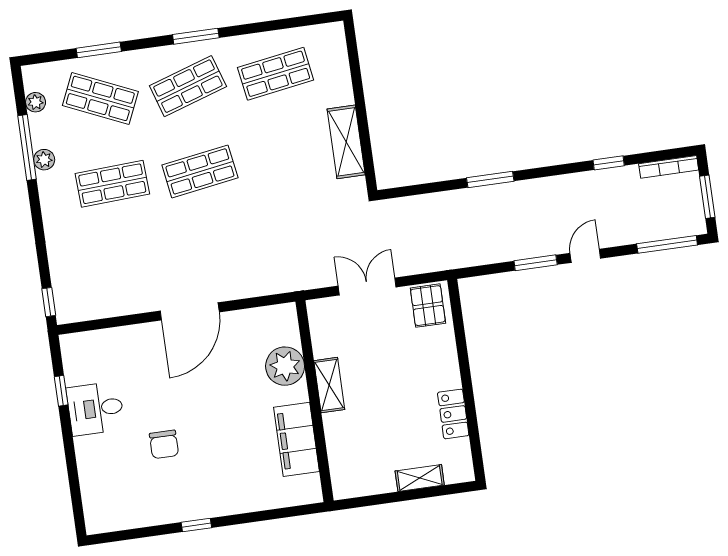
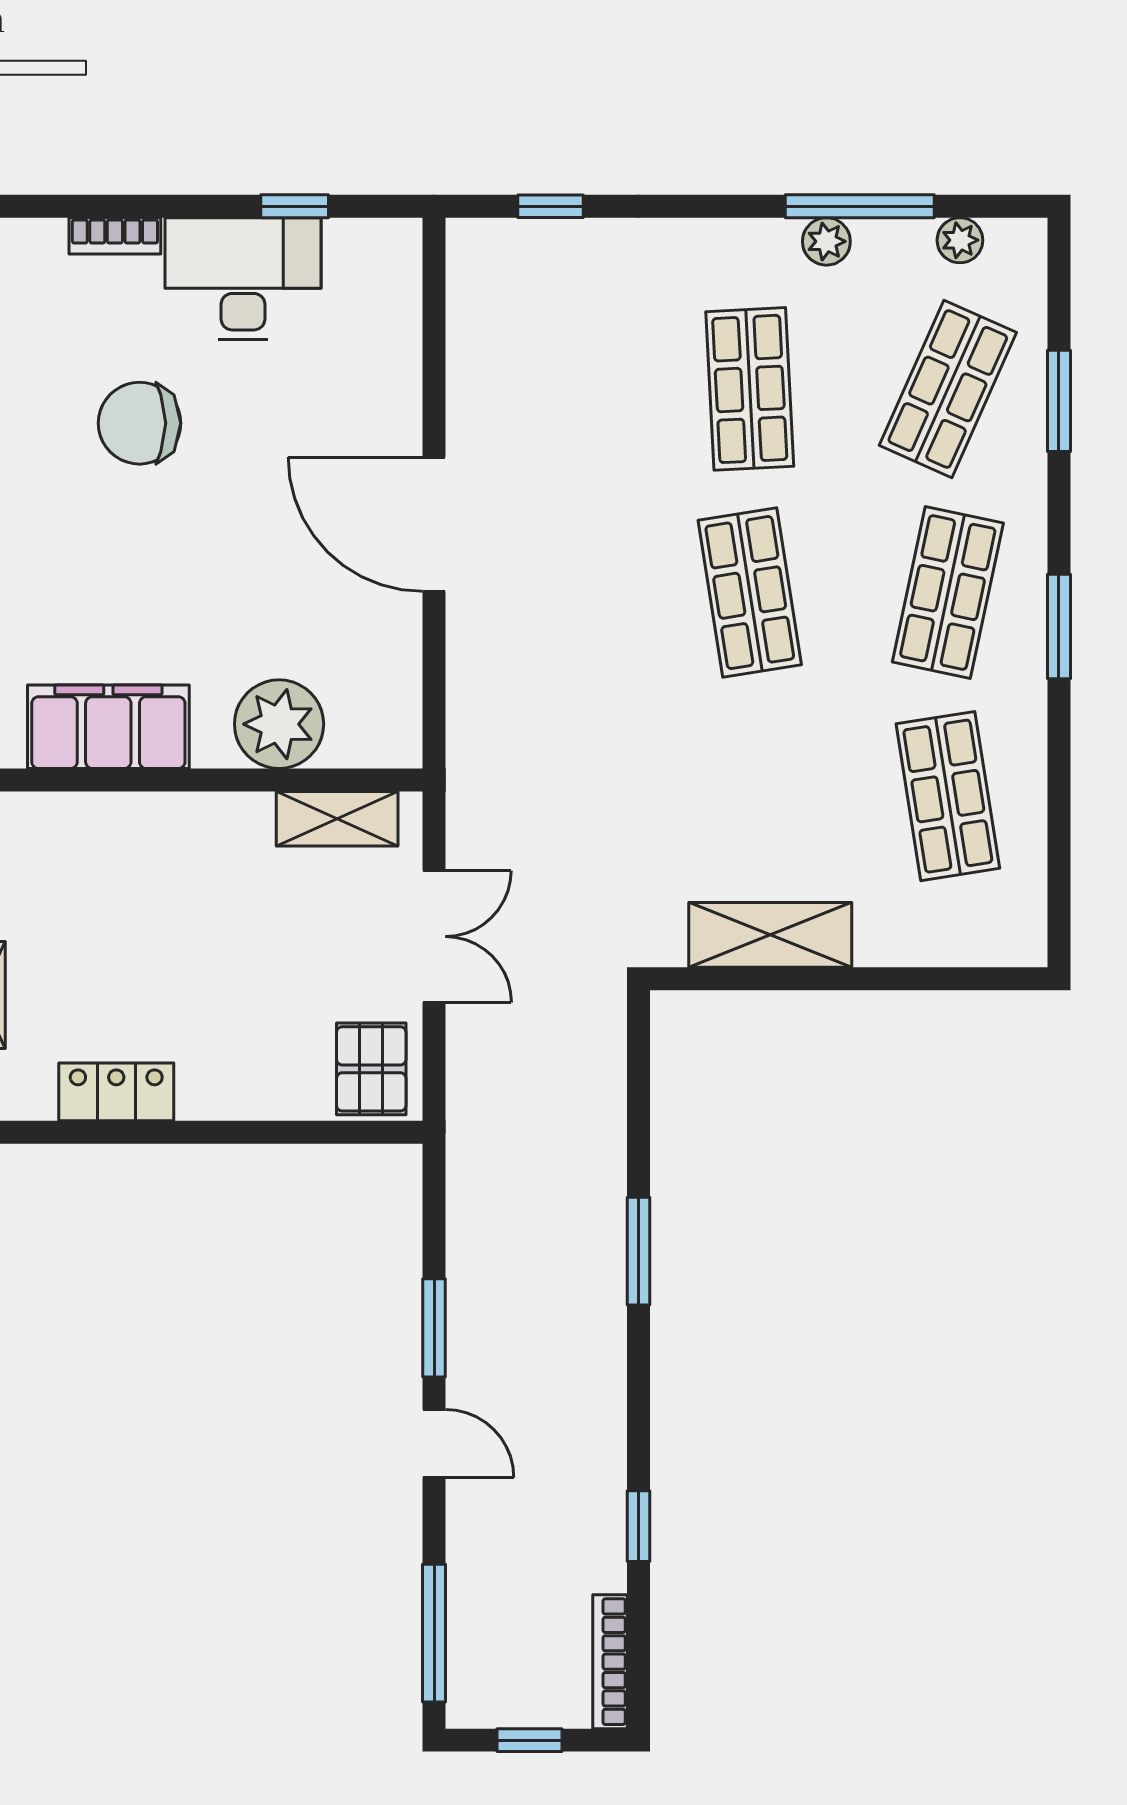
shop shelf: (188, 86) -> (948, 593), turned 30
window: (707, 197) -> (530, 1740), width x0.67
window: (49, 302) -> (550, 206), moved
pallet: (428, 306) -> (371, 1069), turned 90
shelving: (329, 385) -> (337, 819), moved
desk: (95, 409) -> (243, 279), width x1.37
chair: (164, 444) -> (139, 423), width x1.37, depth x1.37
bookcase: (85, 466) -> (115, 236), added

